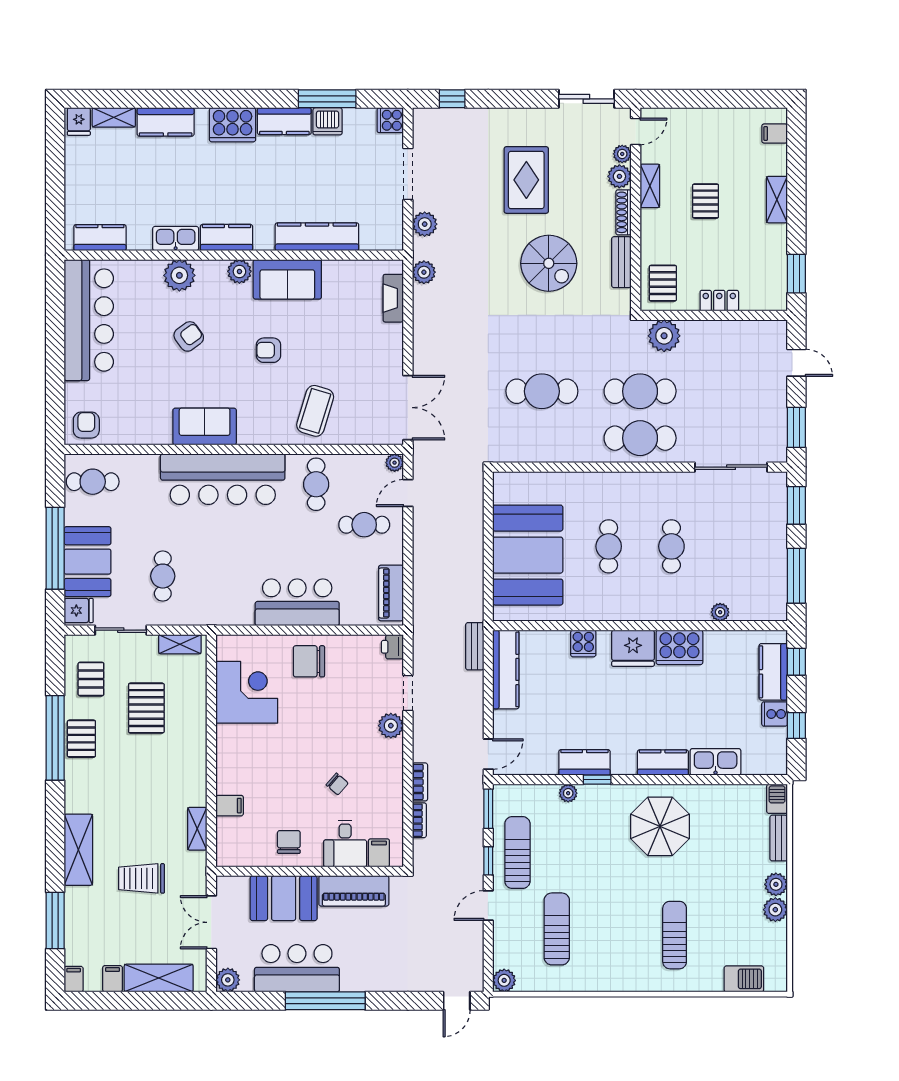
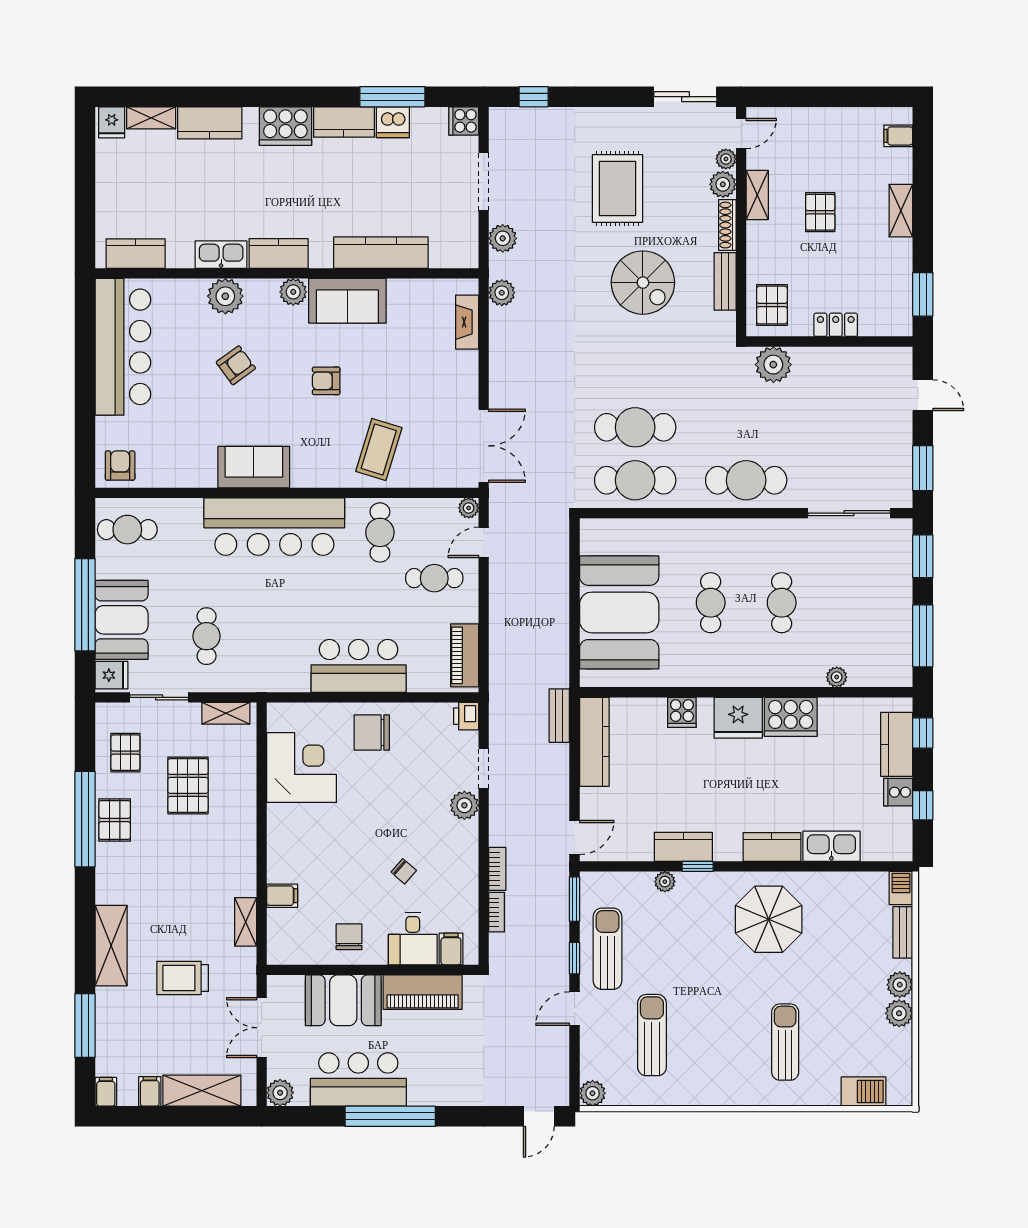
cafe table: (640, 391) -> (635, 480), moved

